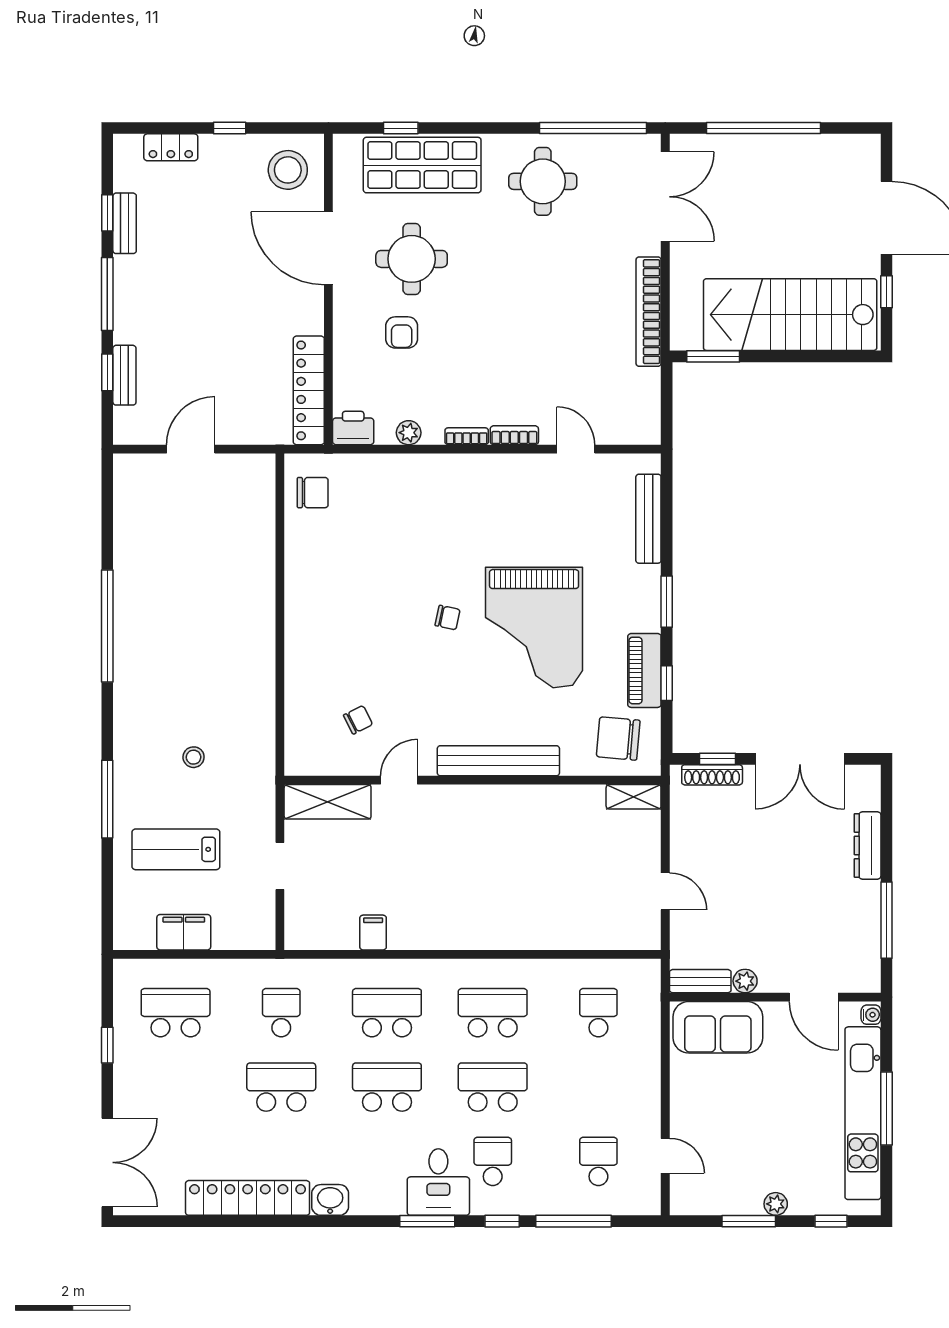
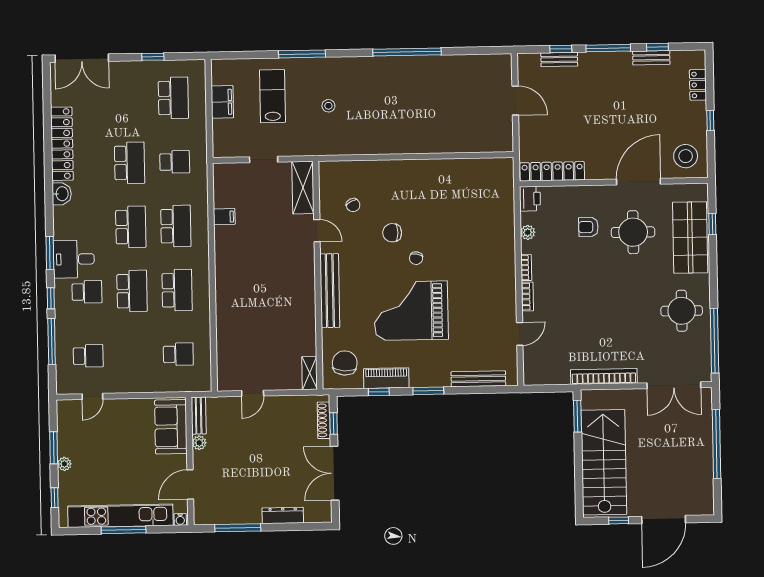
chair: (313, 493) -> (392, 233), moved, turned 90

